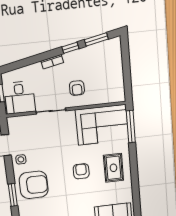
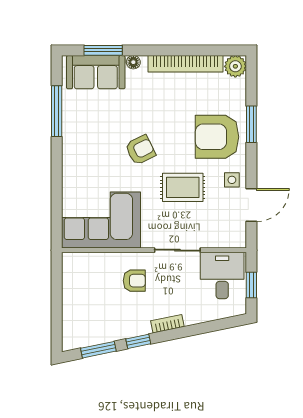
armchair: (77, 88) -> (134, 281), turned 90
window: (131, 127) -> (57, 111), moved
rug: (113, 168) -> (183, 187), moved, turned 90
armchair: (81, 171) -> (140, 150), turned -116

